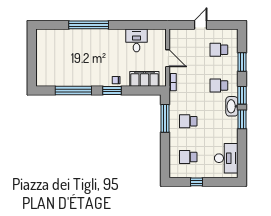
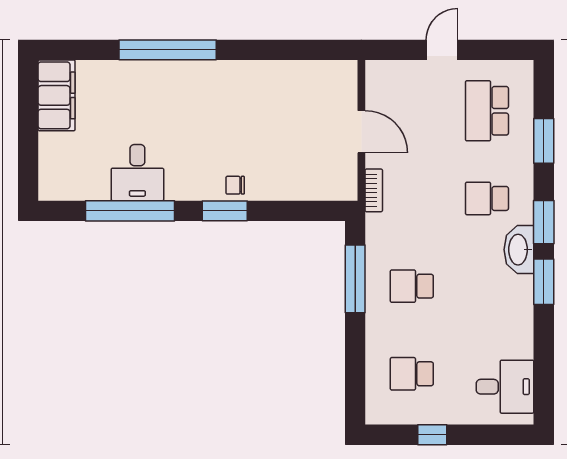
desk: (136, 40) -> (137, 173), moved, turned 180
school desk: (219, 50) -> (487, 111), width x1.85
filing cabinet: (144, 79) -> (57, 95), moved, turned 90
desk: (226, 158) -> (505, 387), width x0.73

